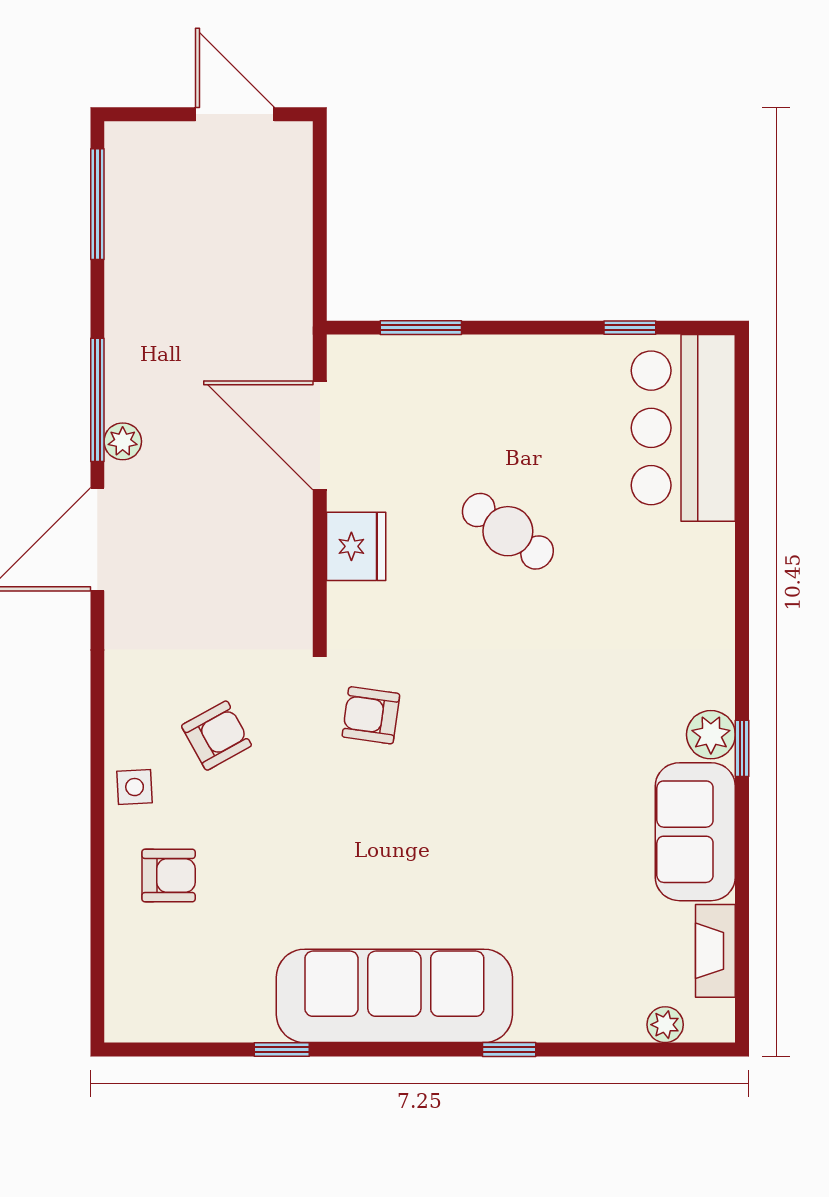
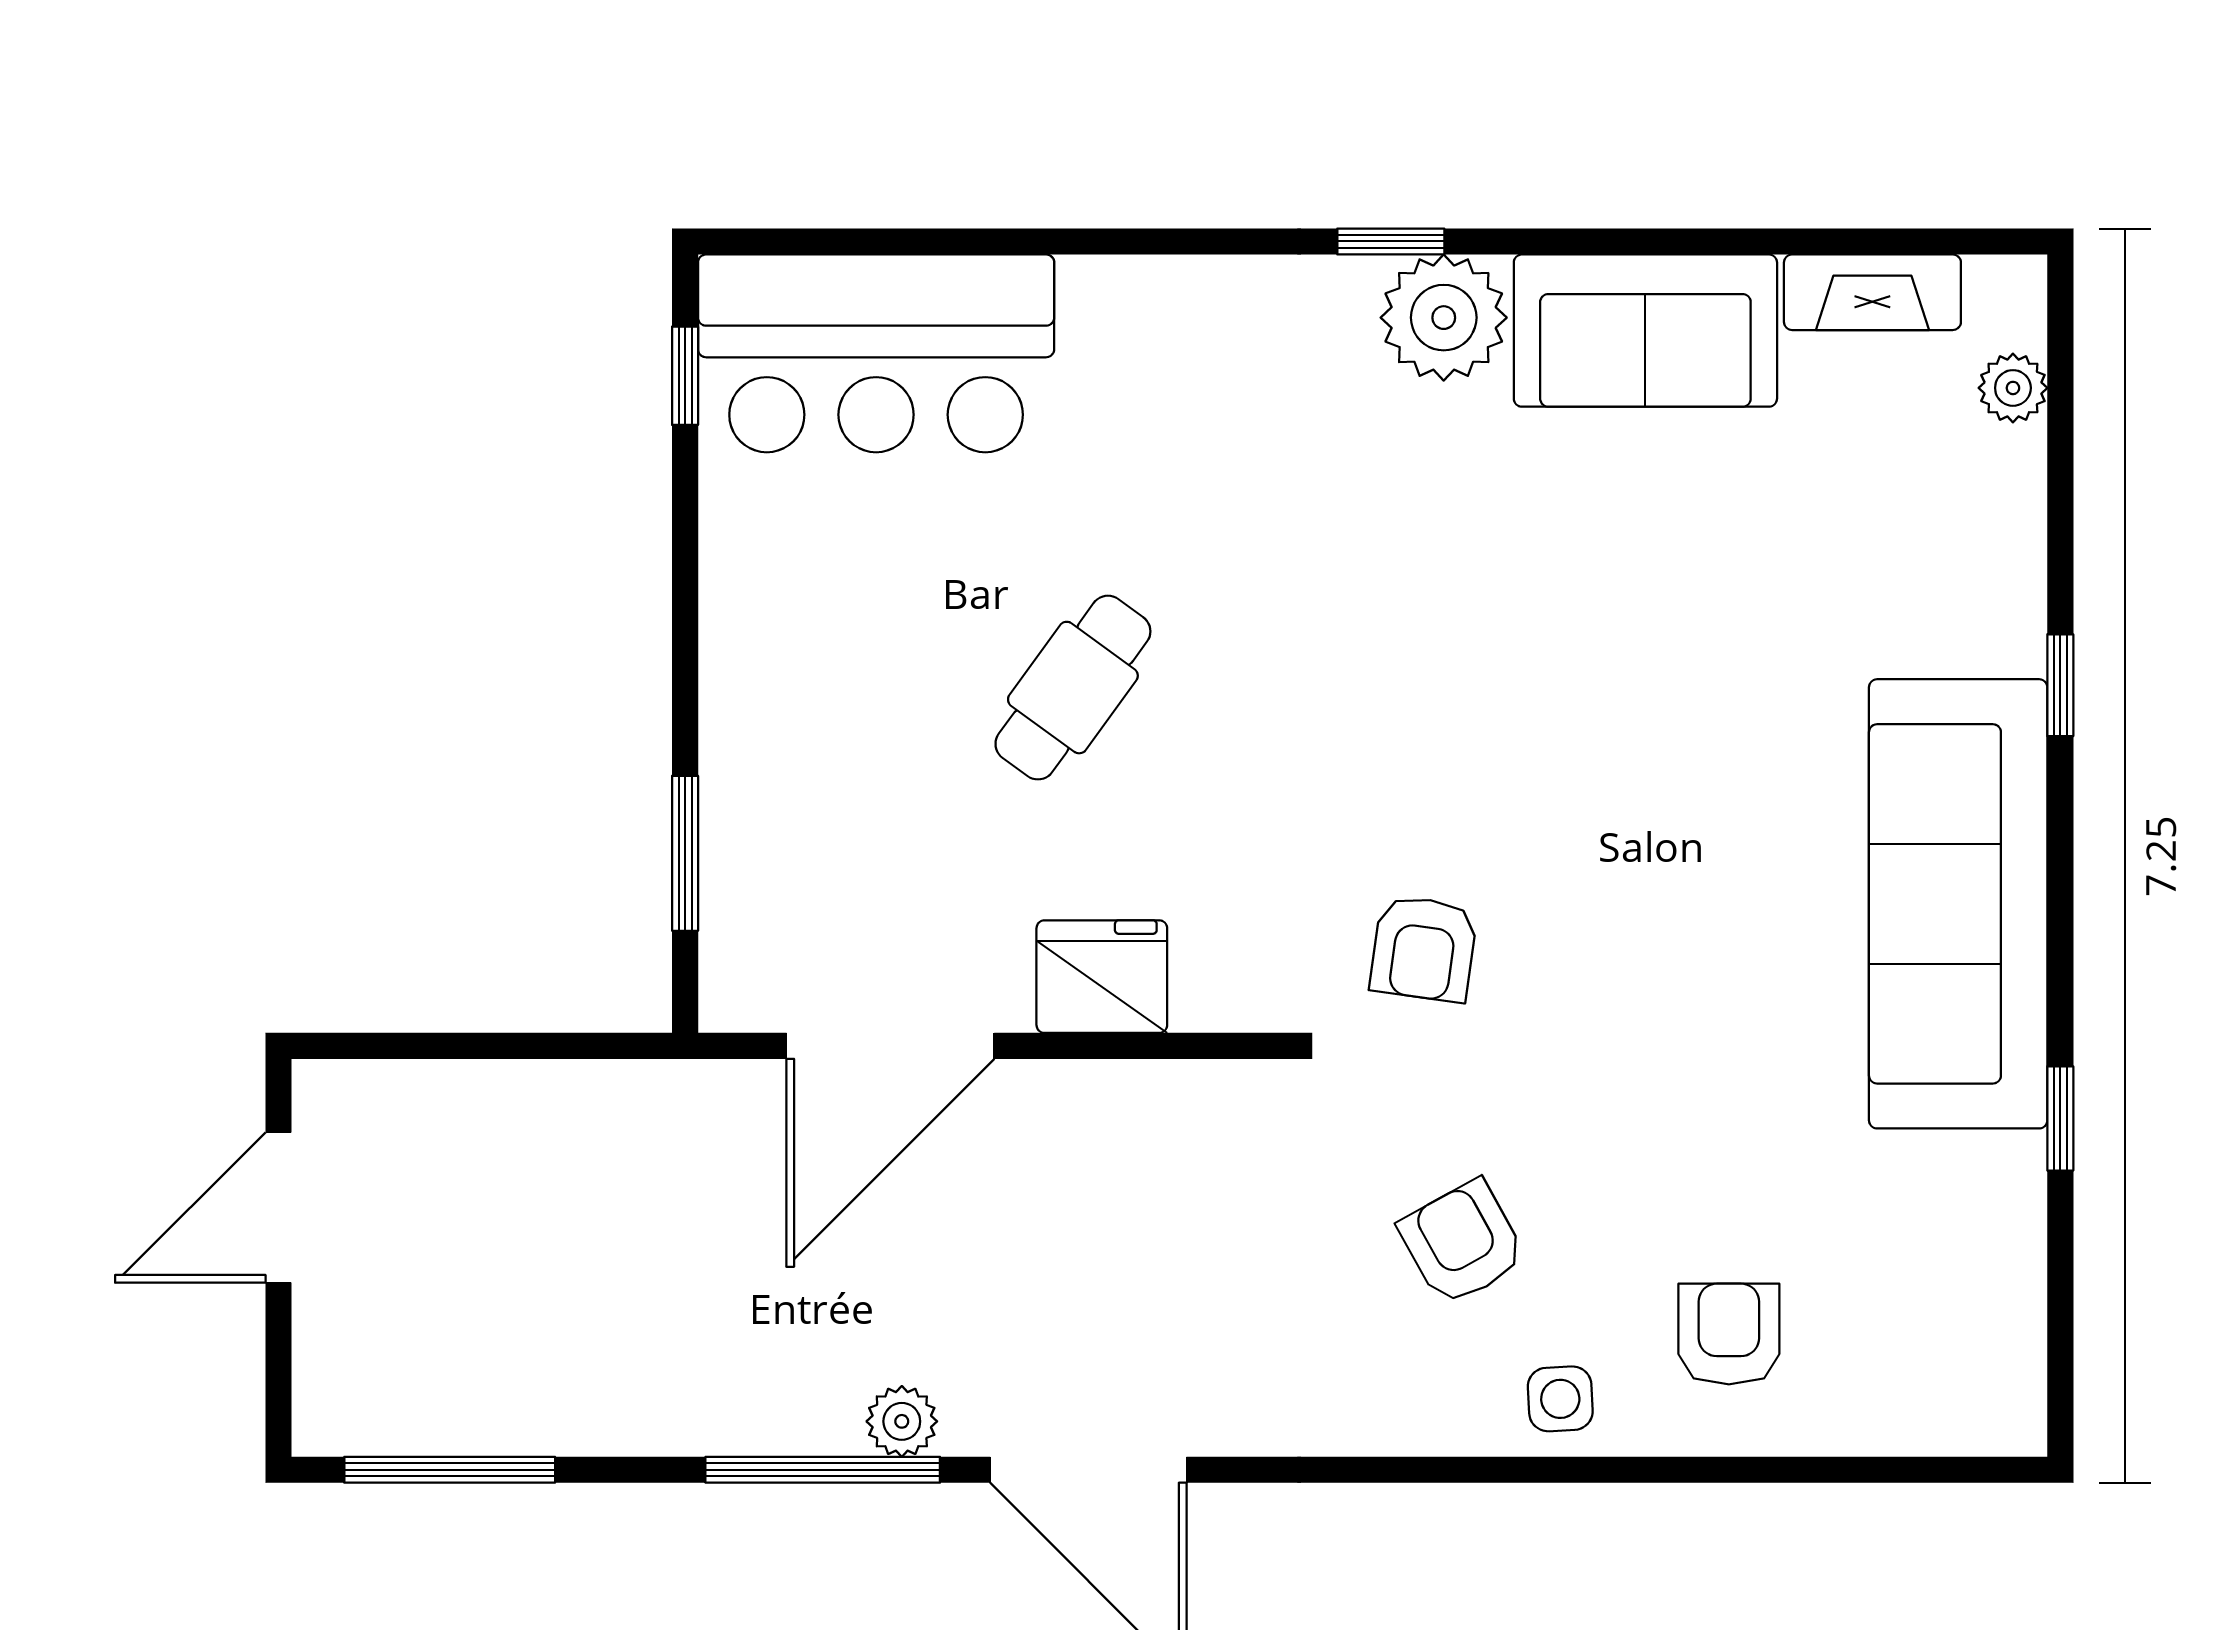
window: (630, 328) -> (685, 376), moved
plant: (711, 735) -> (1444, 318), width x1.36, depth x1.36
window: (742, 748) -> (1391, 241), moved

